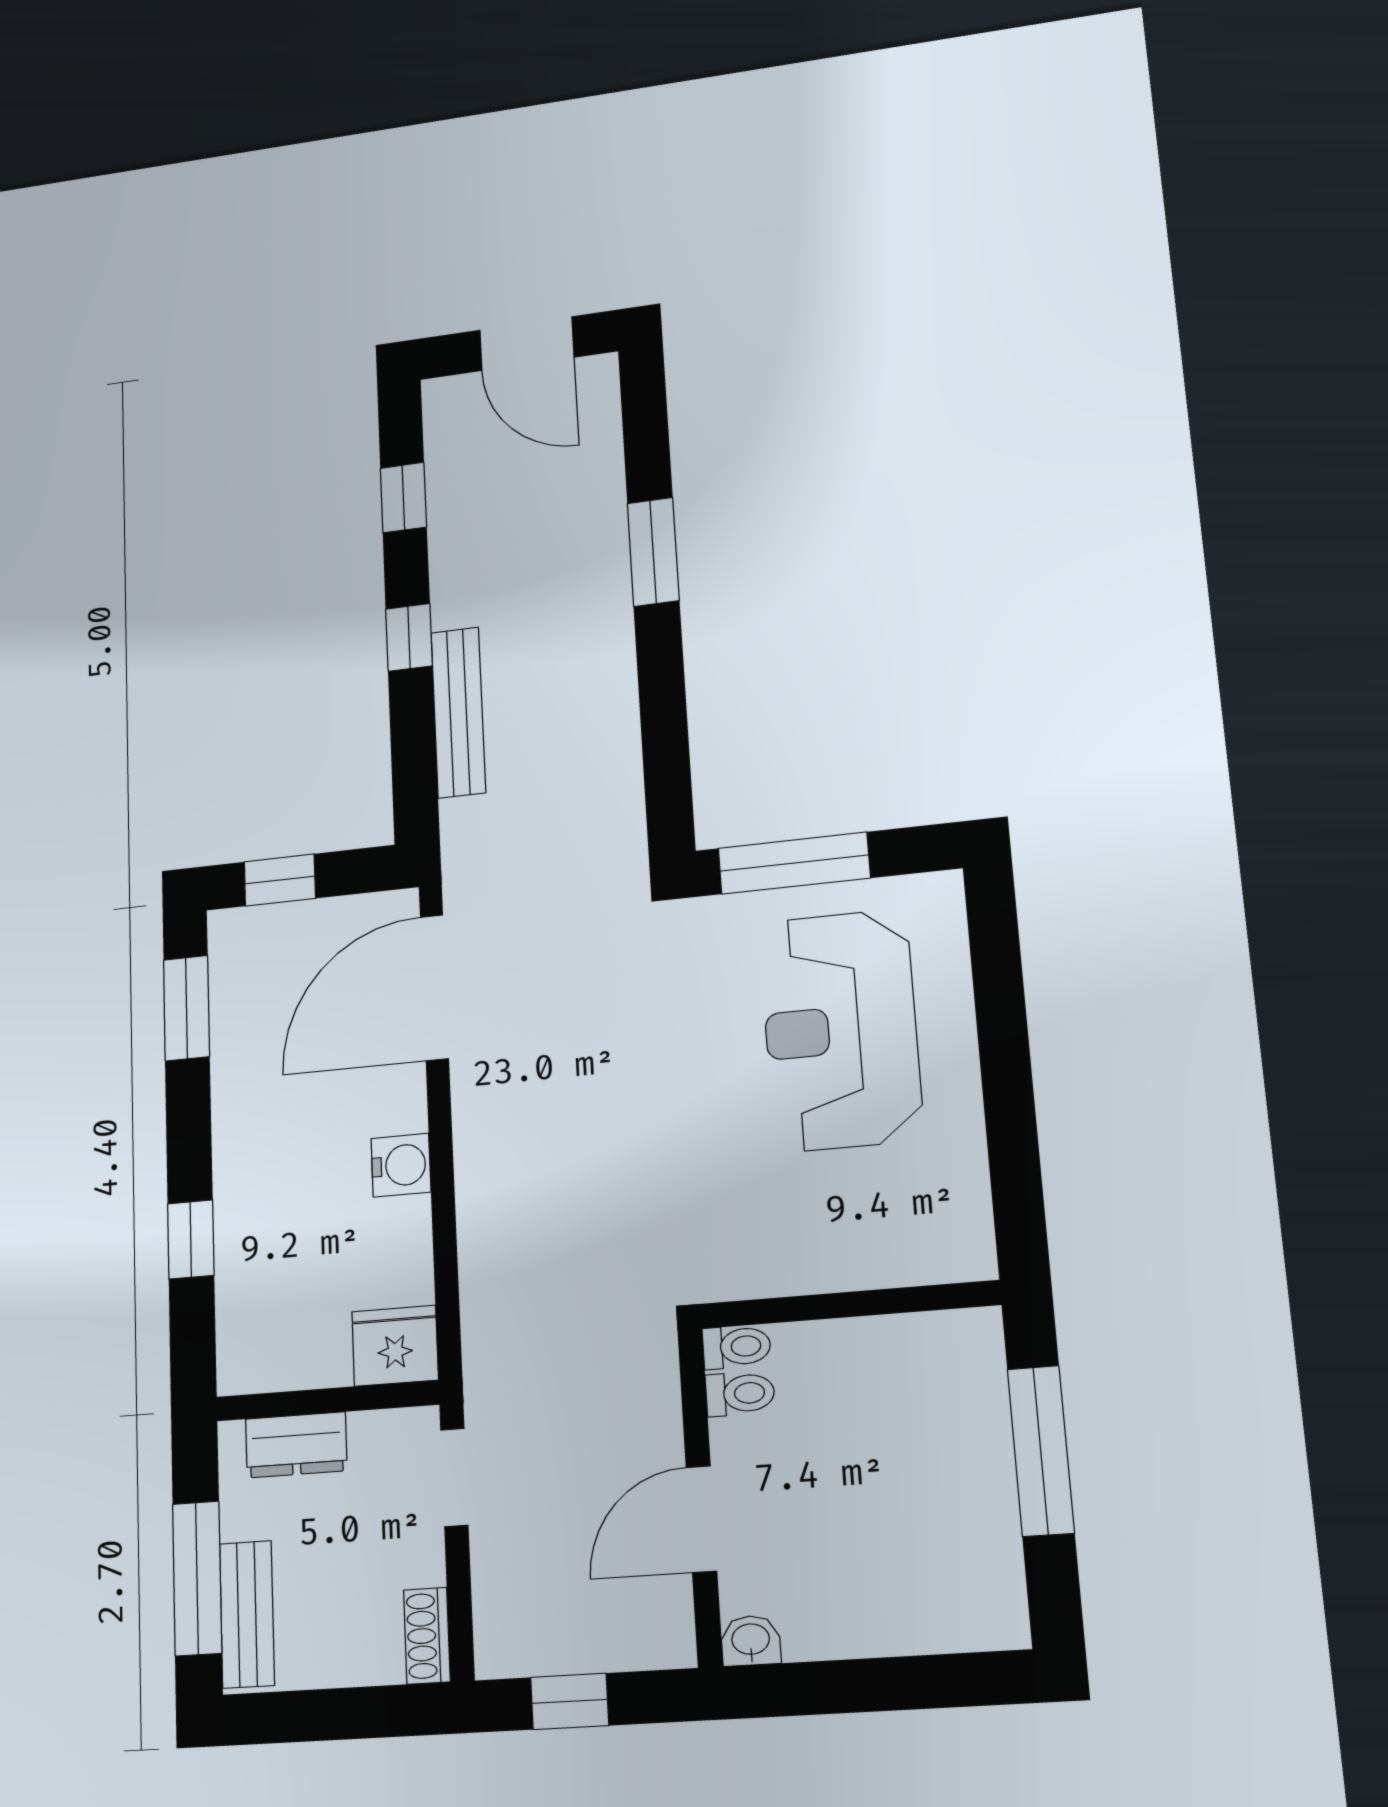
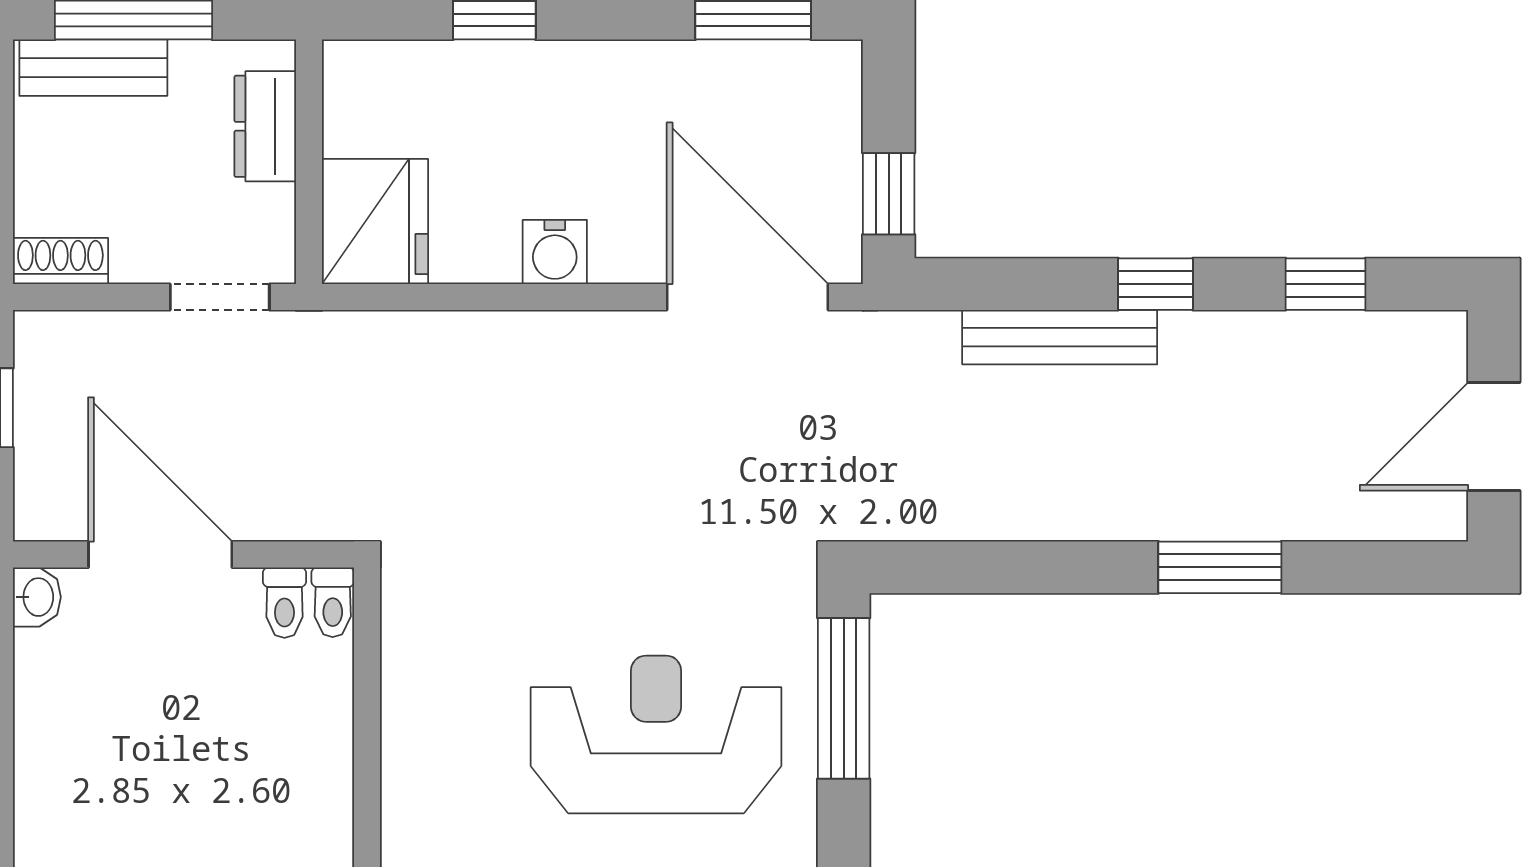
window: (280, 880) -> (889, 194), moved
fridge: (395, 1346) -> (375, 221), width x1.36, depth x1.34
door: (701, 1519) -> (160, 554), width x1.36

